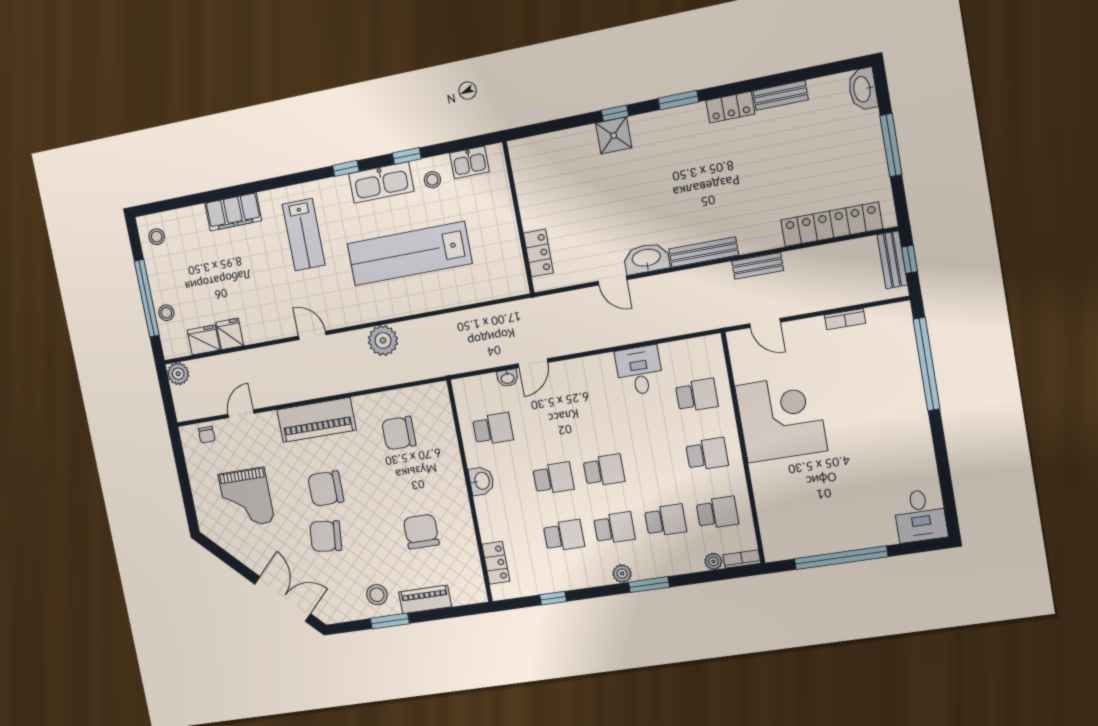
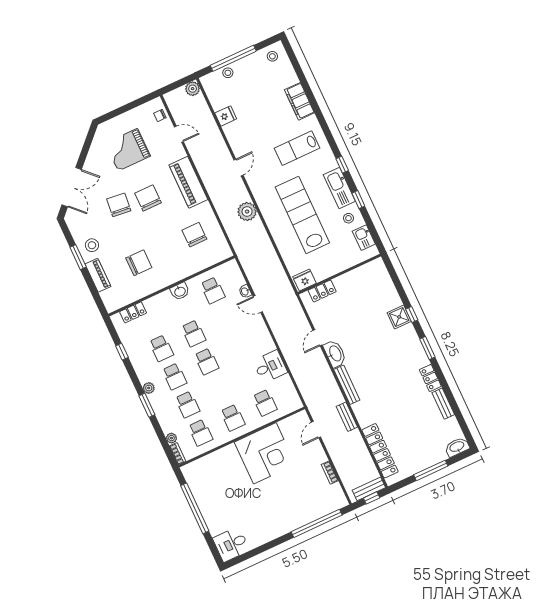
fridge: (204, 340) -> (304, 280), moved, turned -90

